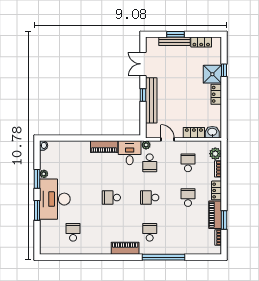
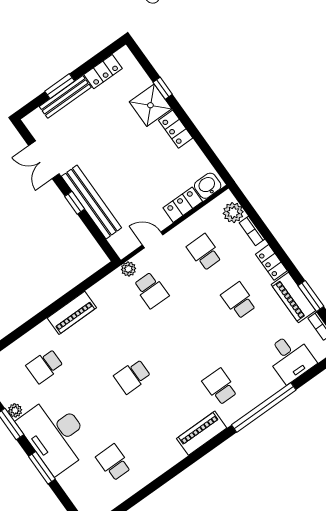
desk: (130, 153) -> (290, 358), moved, turned 180
school desk: (150, 198) -> (45, 366), moved

